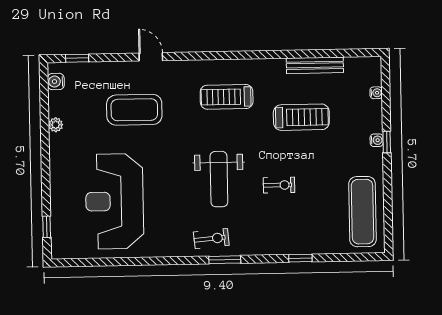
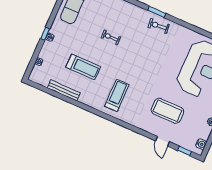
door: (151, 57) -> (162, 141), moved
treadmill: (227, 97) -> (117, 95), turned -90
treadmill: (301, 117) -> (83, 67), turned 180
weight bench: (219, 179) -> (140, 55), removed

